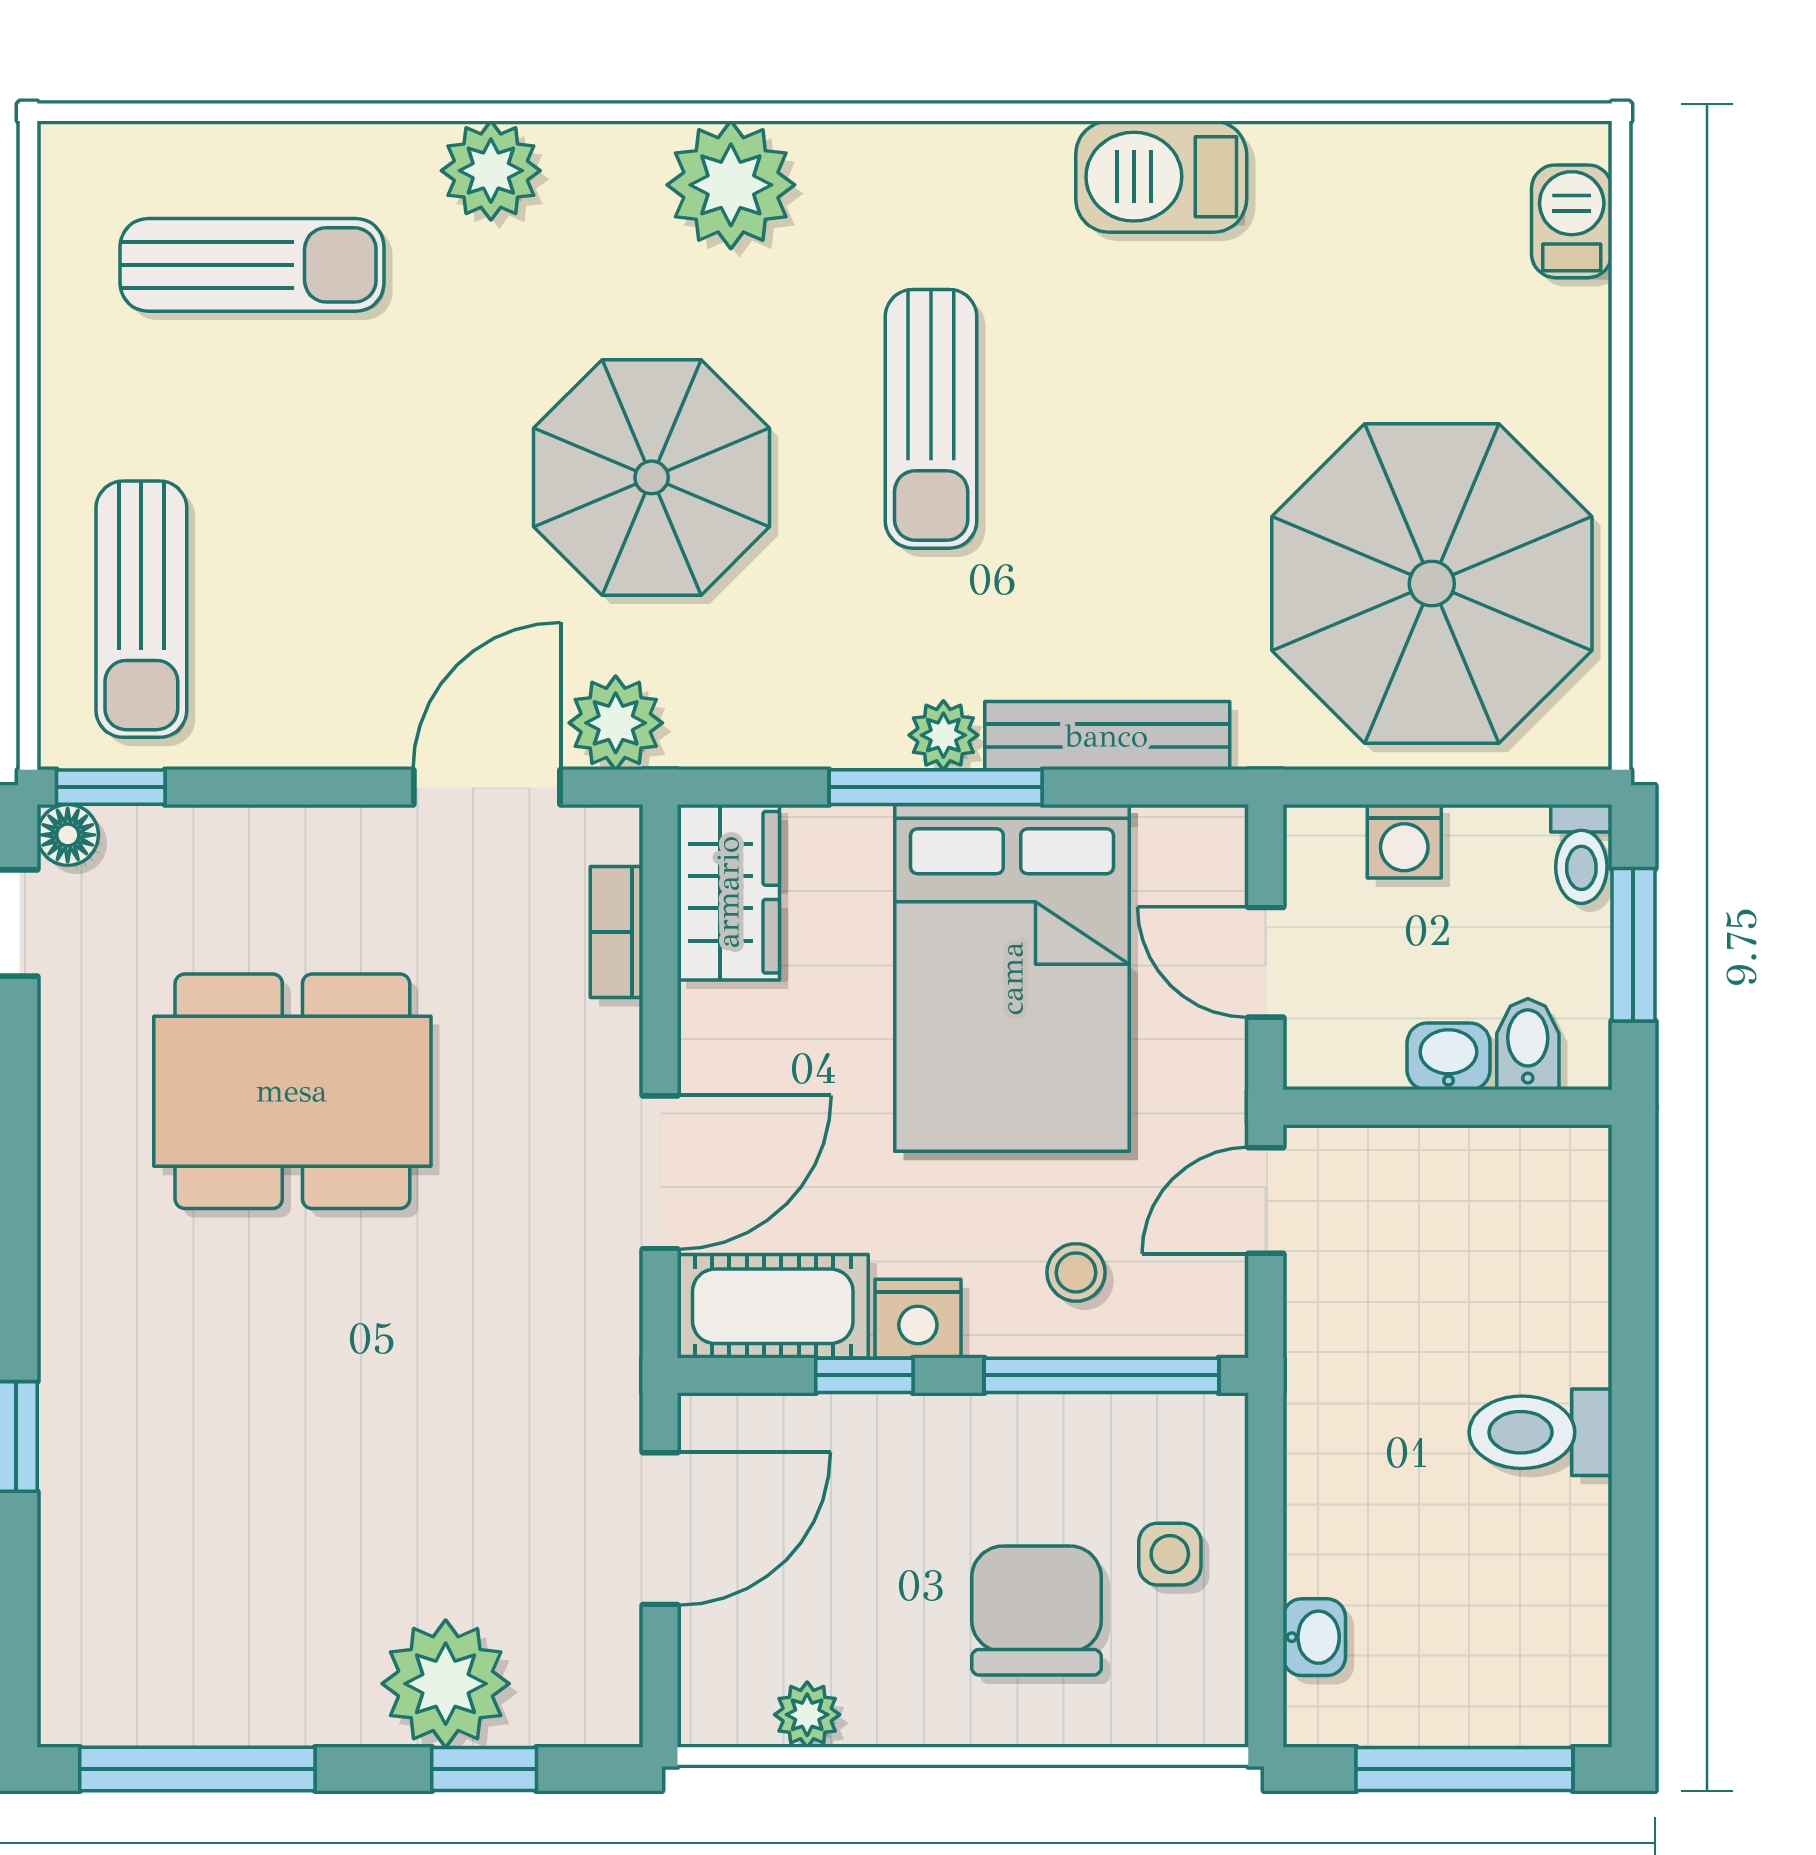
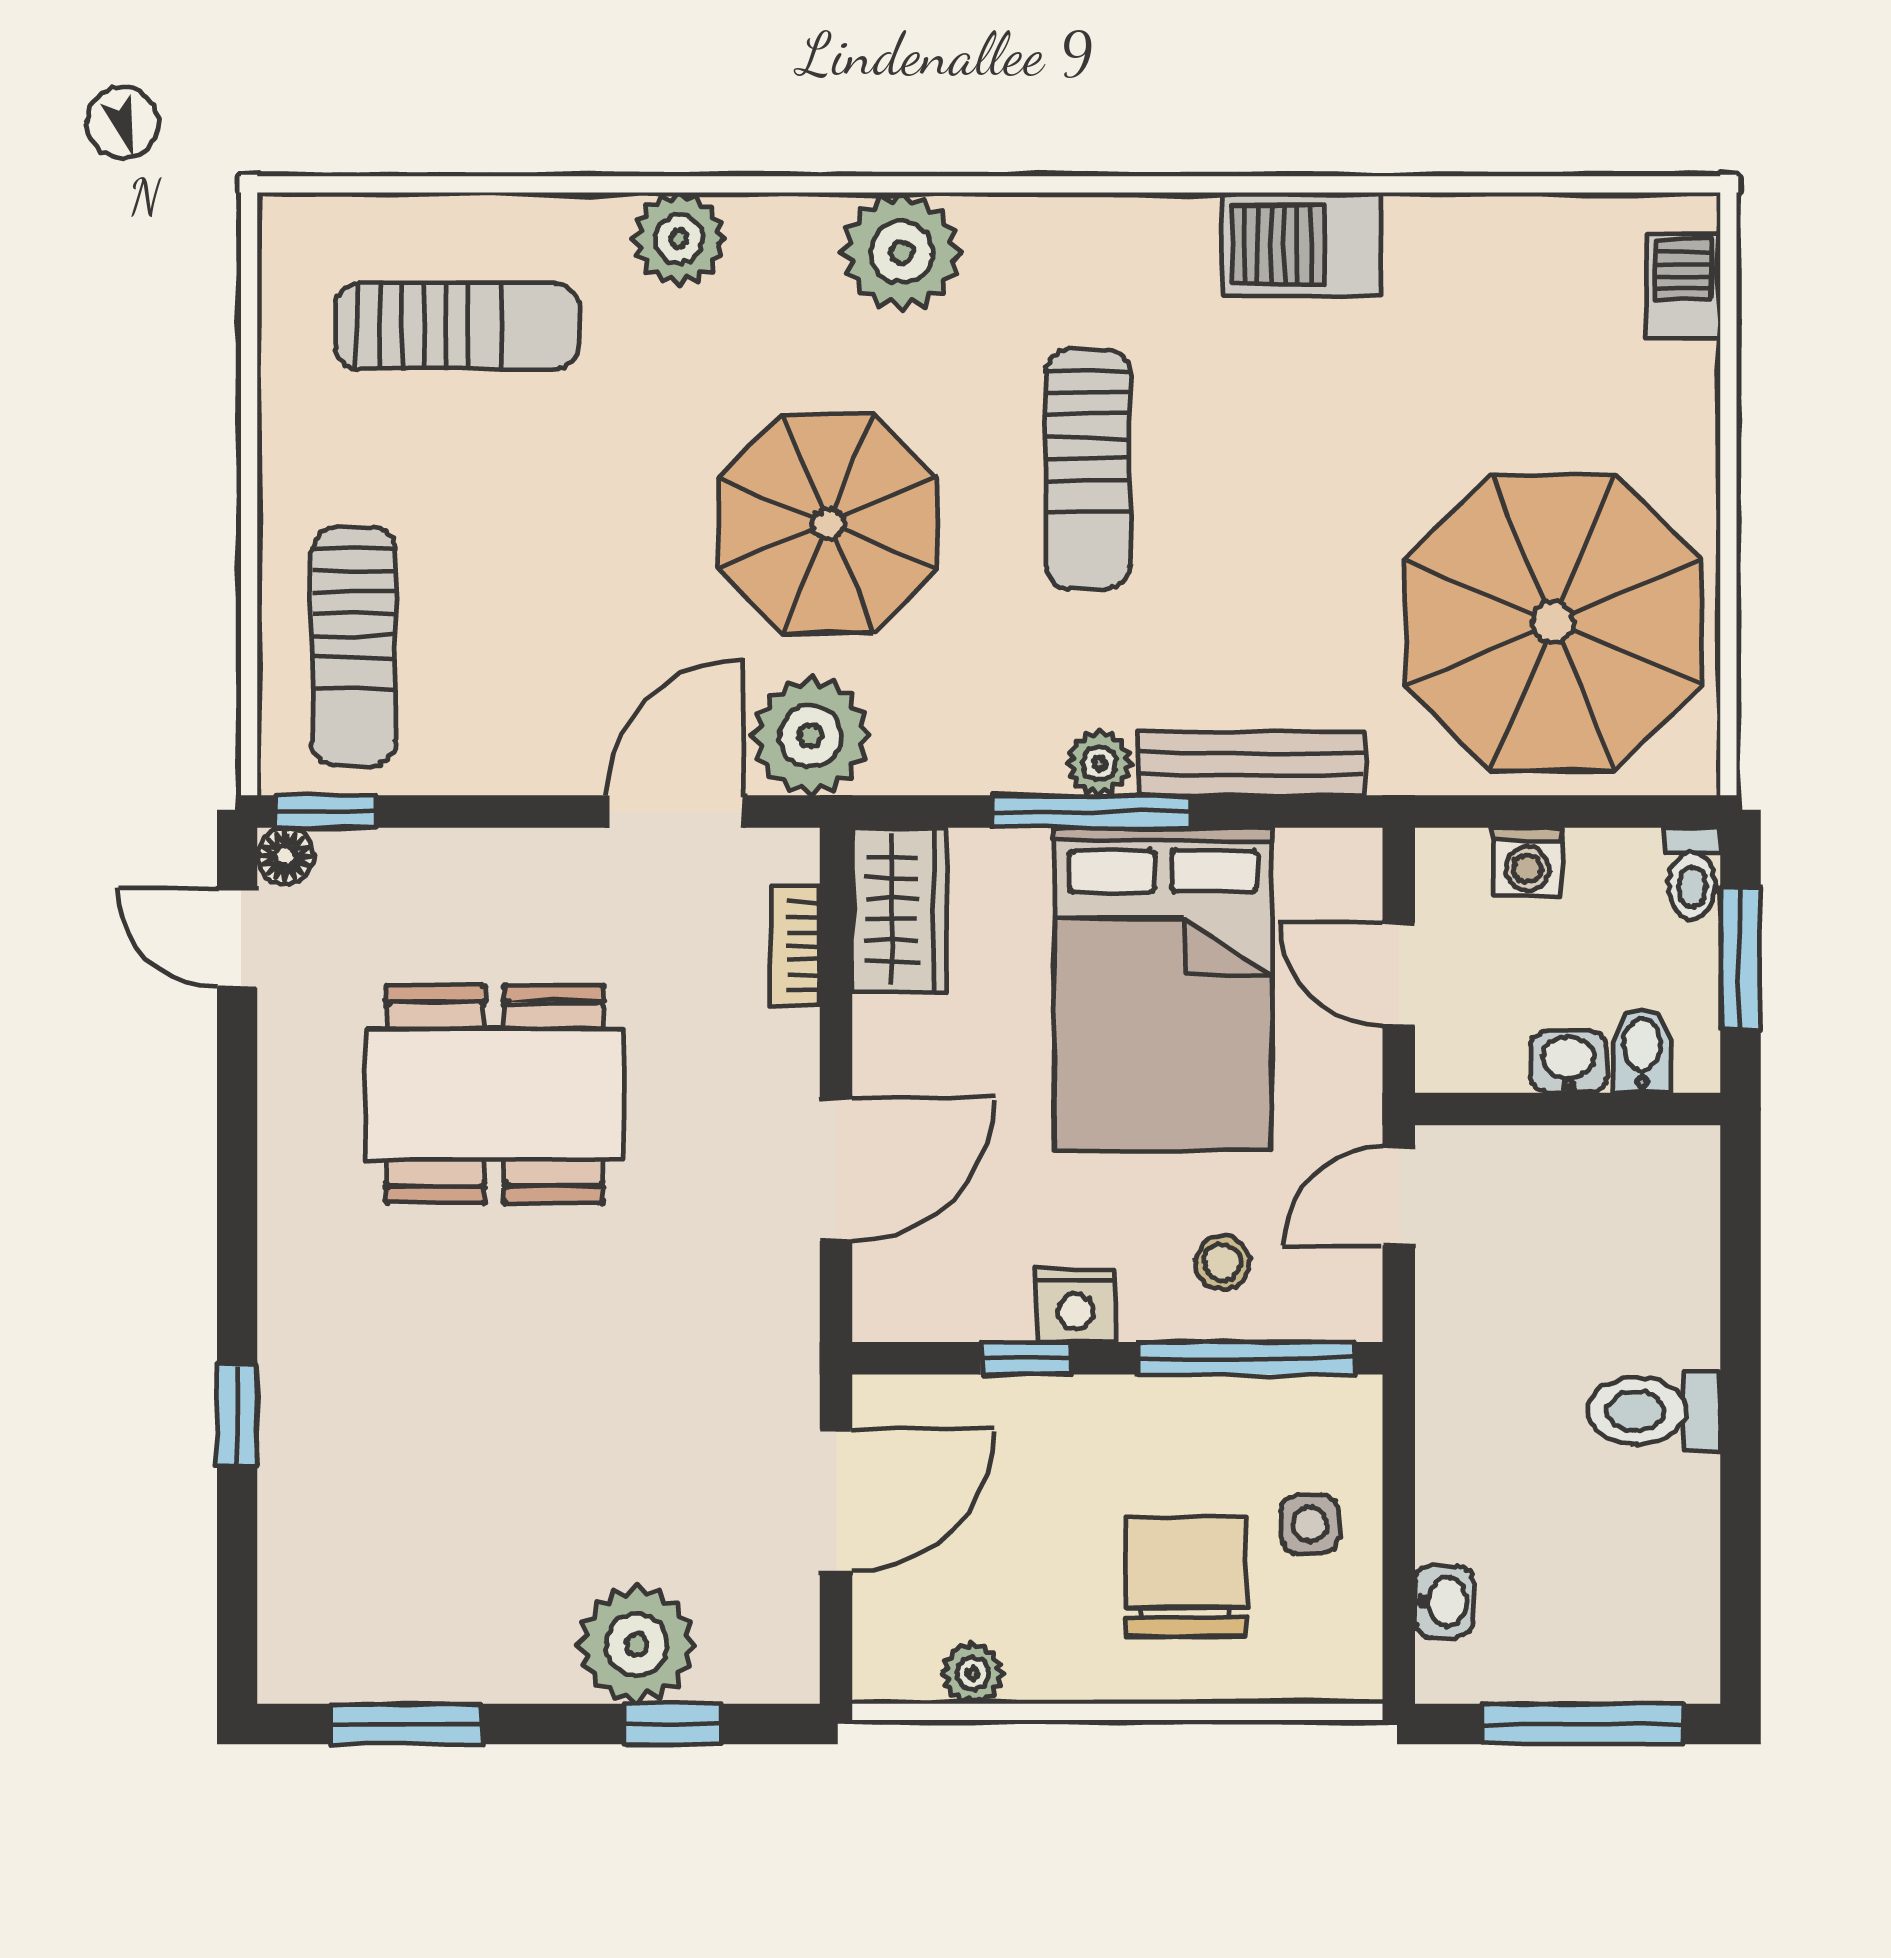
plant: (616, 723) -> (811, 736), width x1.36, depth x1.36
cot: (773, 1306) -> (941, 1294), removed
window: (197, 1769) -> (406, 1724), width x0.69

